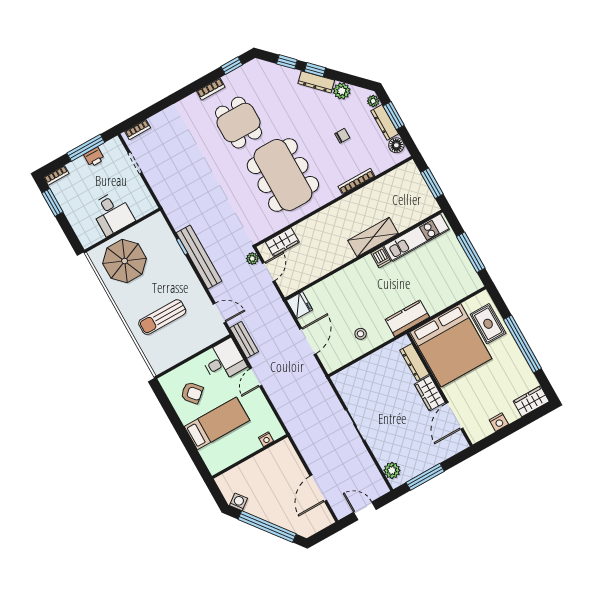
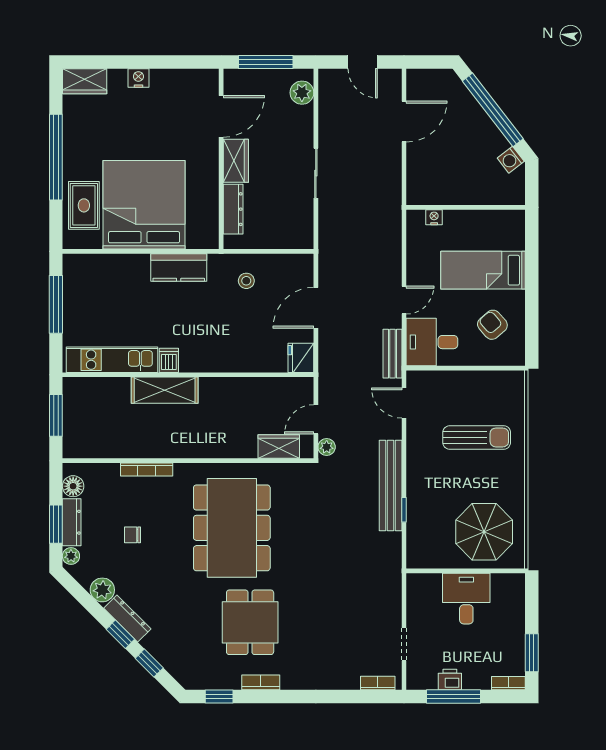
dresser: (414, 362) -> (233, 209), moved
wall: (440, 389) -> (221, 159), moved
wardrobe: (430, 393) -> (236, 161), moved
door: (454, 416) -> (221, 116), moved

